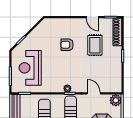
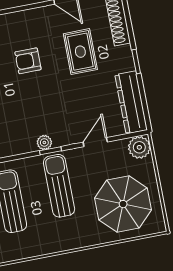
dresser: (116, 76) -> (131, 102), added
door: (94, 93) -> (95, 142), hinge flipped

